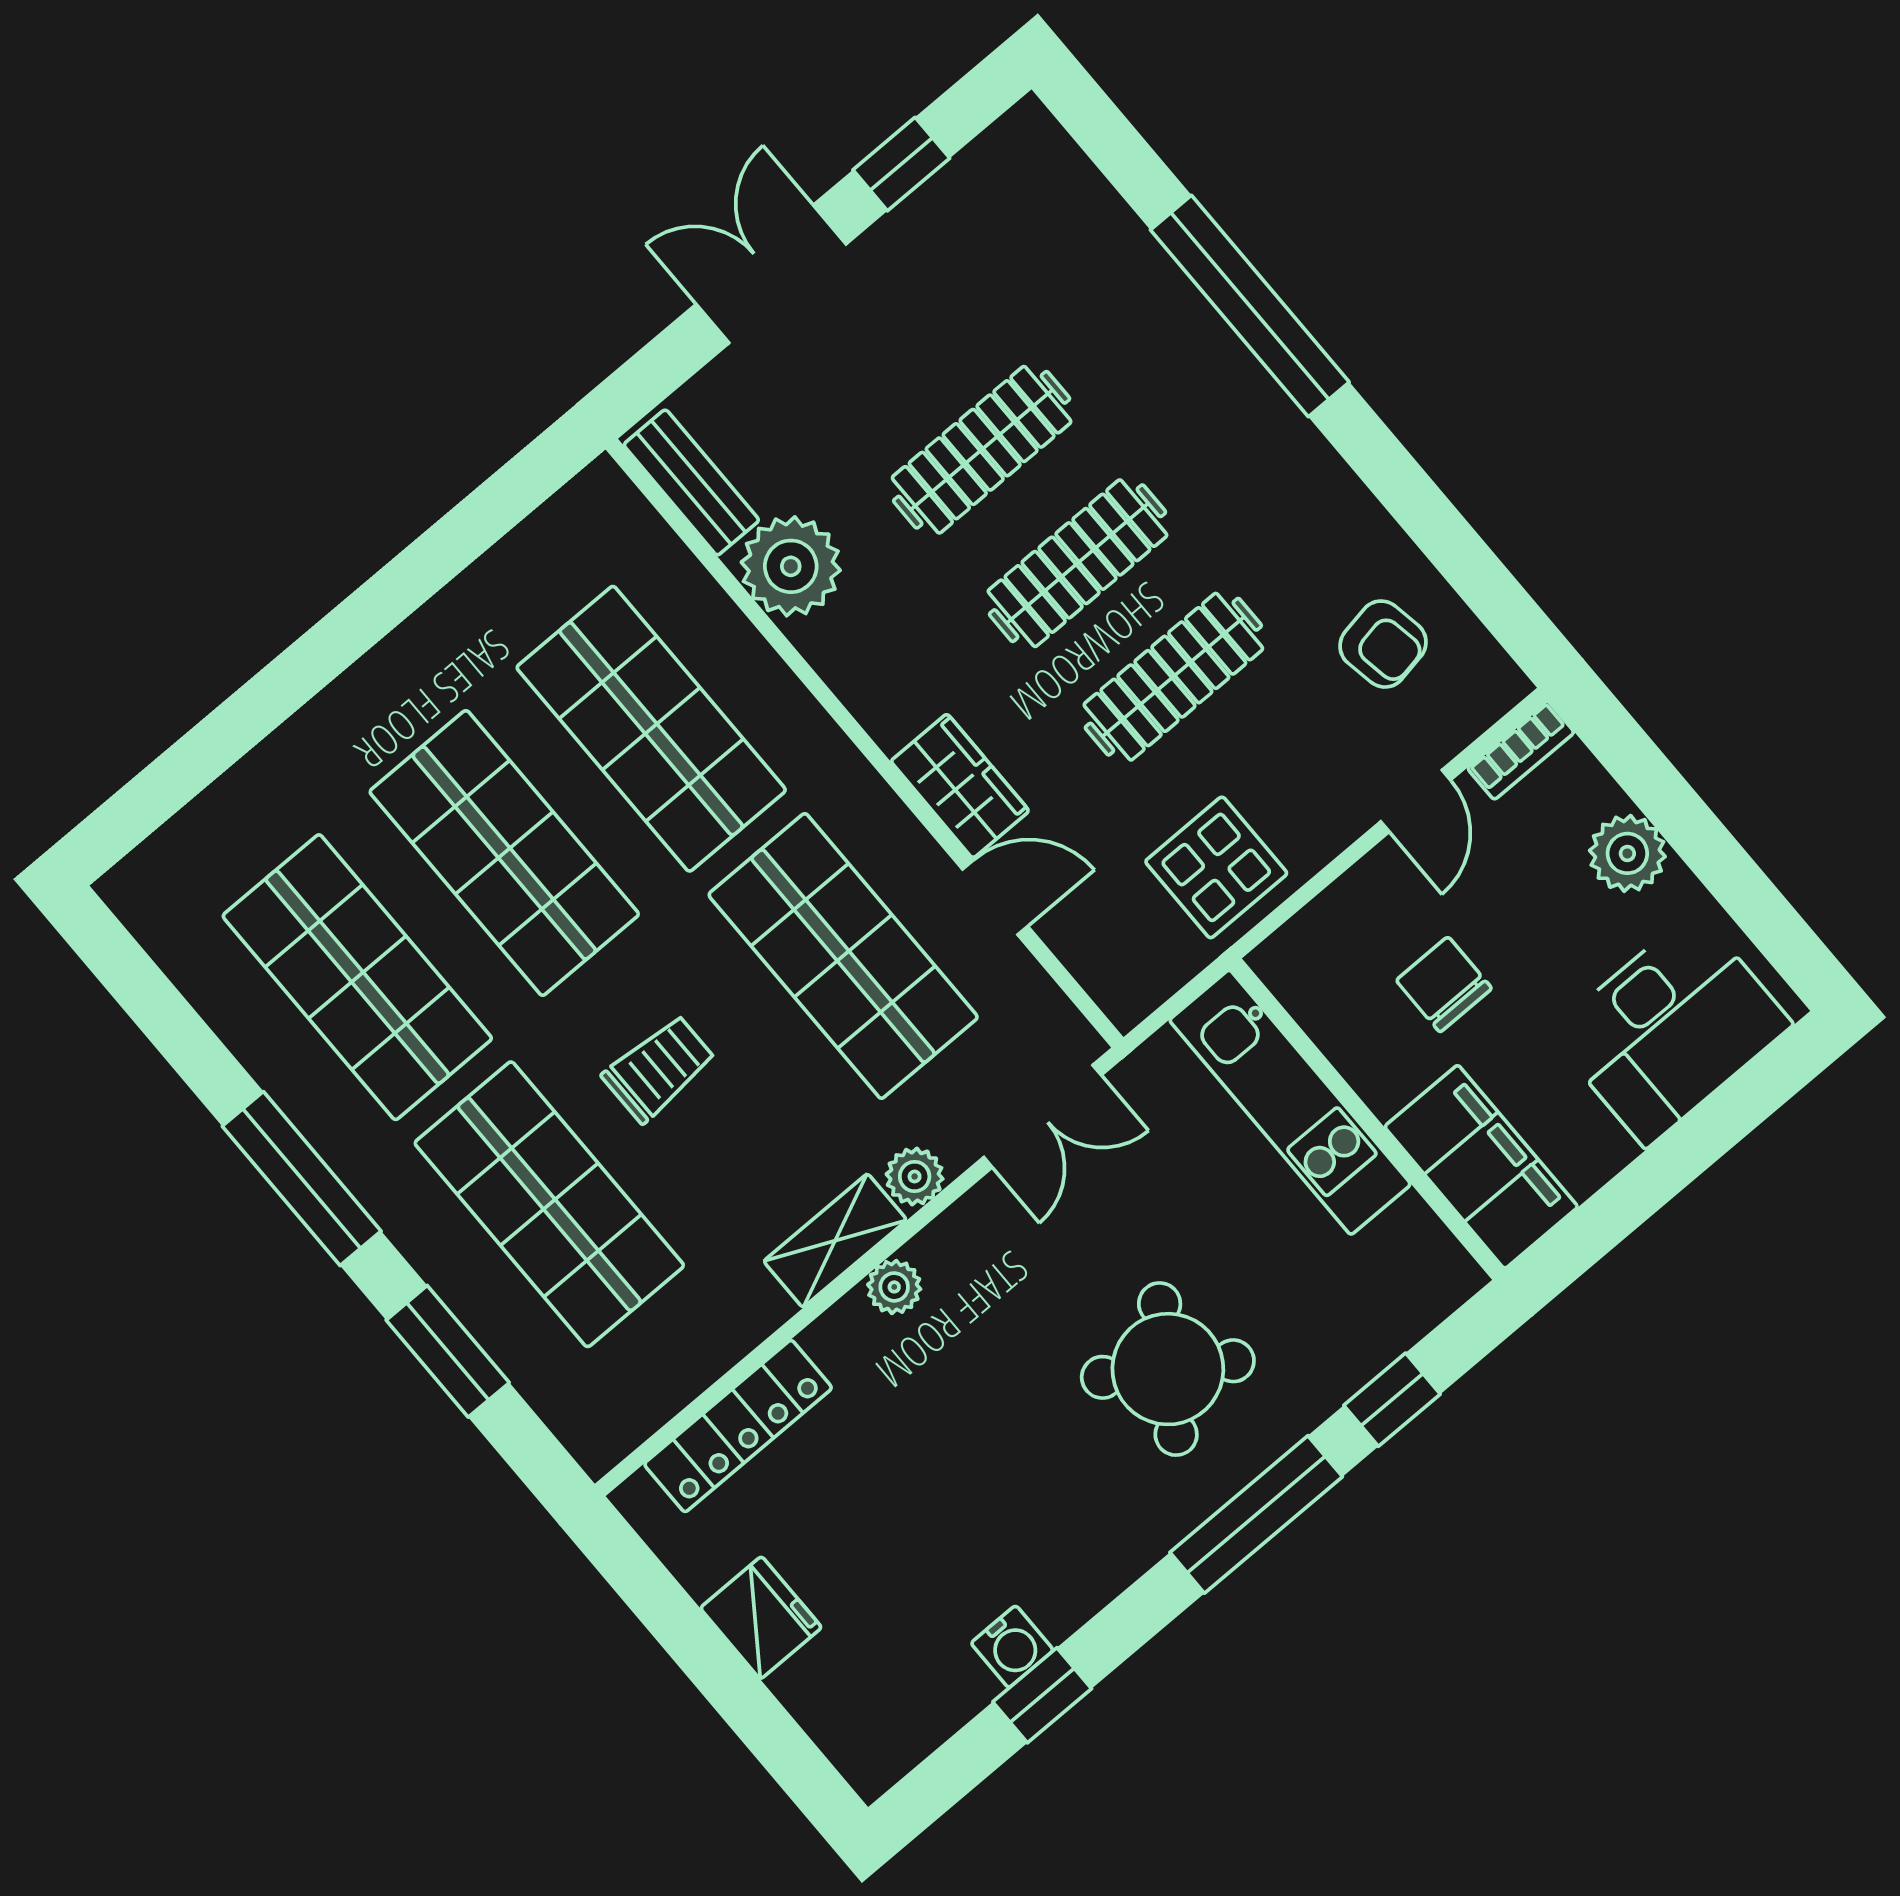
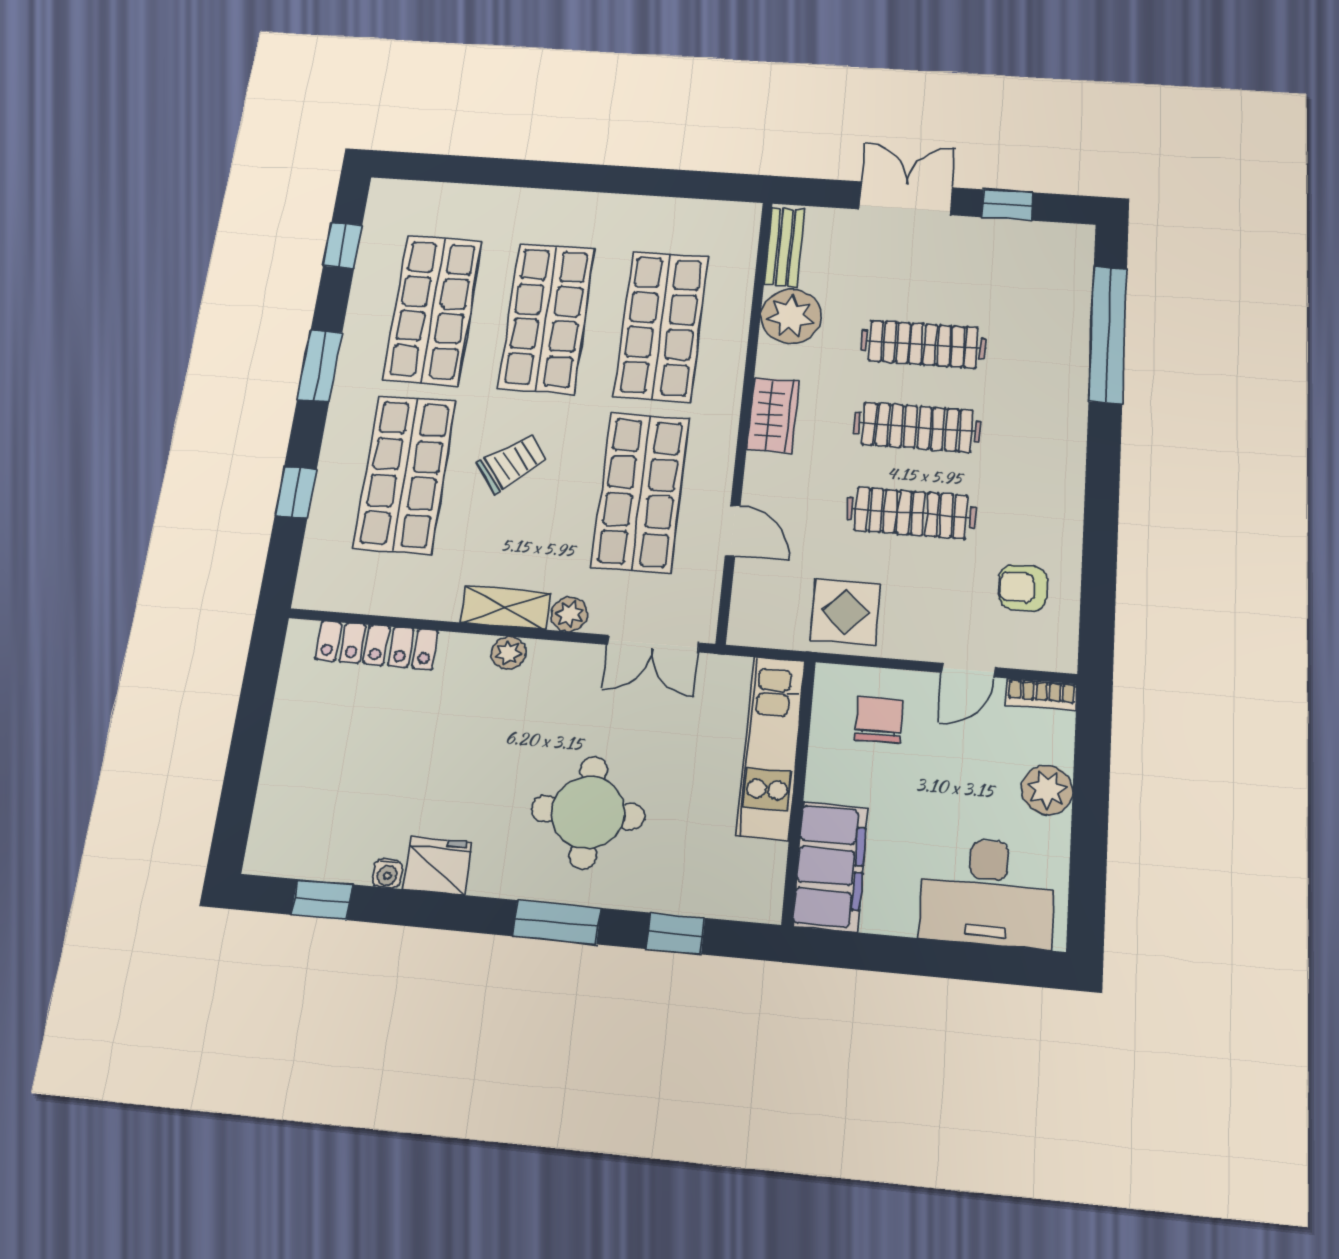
window: (1250, 306) -> (1108, 334), moved
armchair: (1383, 644) -> (1023, 588), turned 100
wardrobe: (960, 786) -> (773, 415), moved
chair: (1444, 984) -> (879, 720), moved
window: (156, 1006) -> (343, 245), added
trolley: (659, 1068) -> (512, 463), turned -37
window: (302, 1179) -> (320, 366), width x0.69
window: (448, 1351) -> (296, 492), width x0.67
round table: (1168, 1369) -> (588, 812), turned -33
window: (1256, 1514) -> (557, 922), width x0.69
fridge: (761, 1618) -> (438, 865), moved, turned -90
water cooler: (1012, 1647) -> (388, 873), width x0.72, depth x0.72
window: (1042, 1695) -> (322, 900), moved

